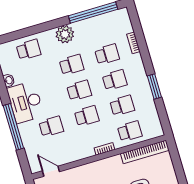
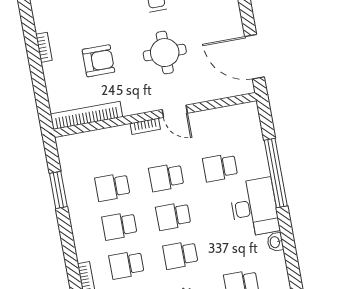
window: (154, 86) -> (58, 190), moved
school desk: (130, 131) -> (105, 148), removed
door: (51, 171) -> (175, 111), moved

